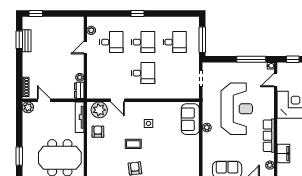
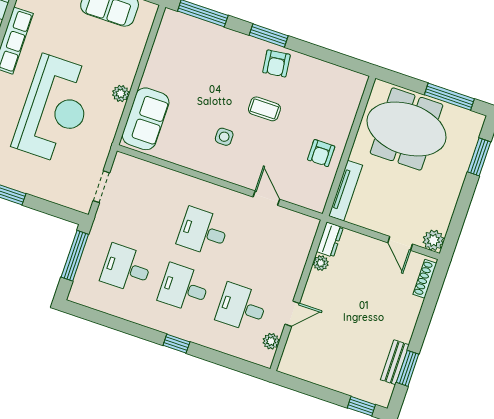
reception desk: (237, 109) -> (55, 109), turned 180
plant: (99, 110) -> (305, 192), removed

